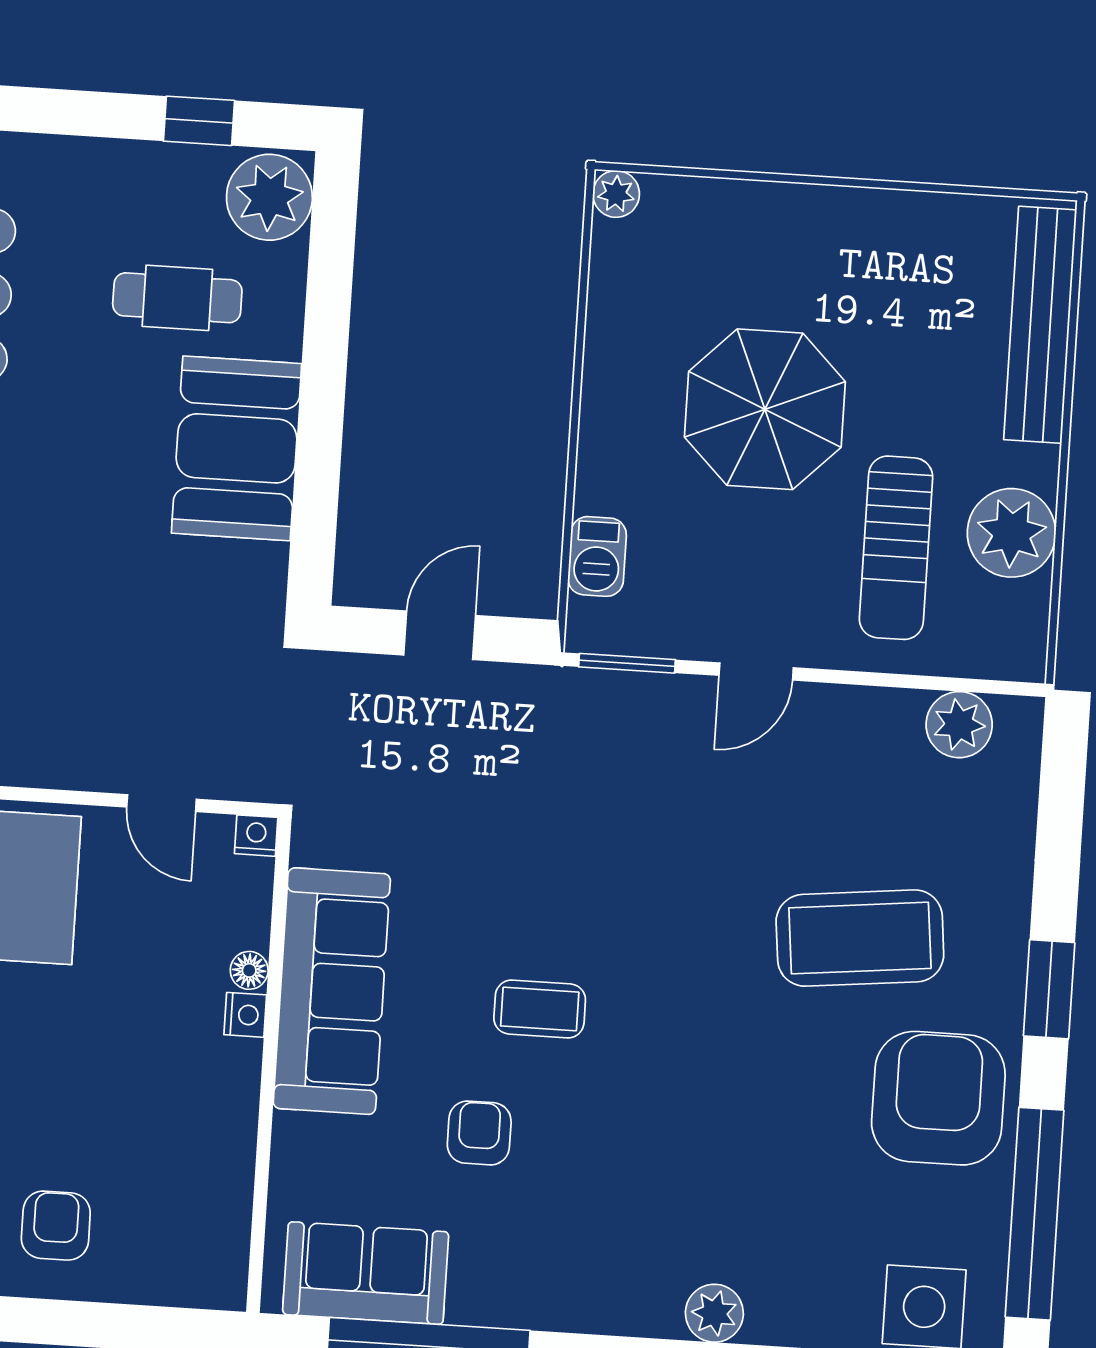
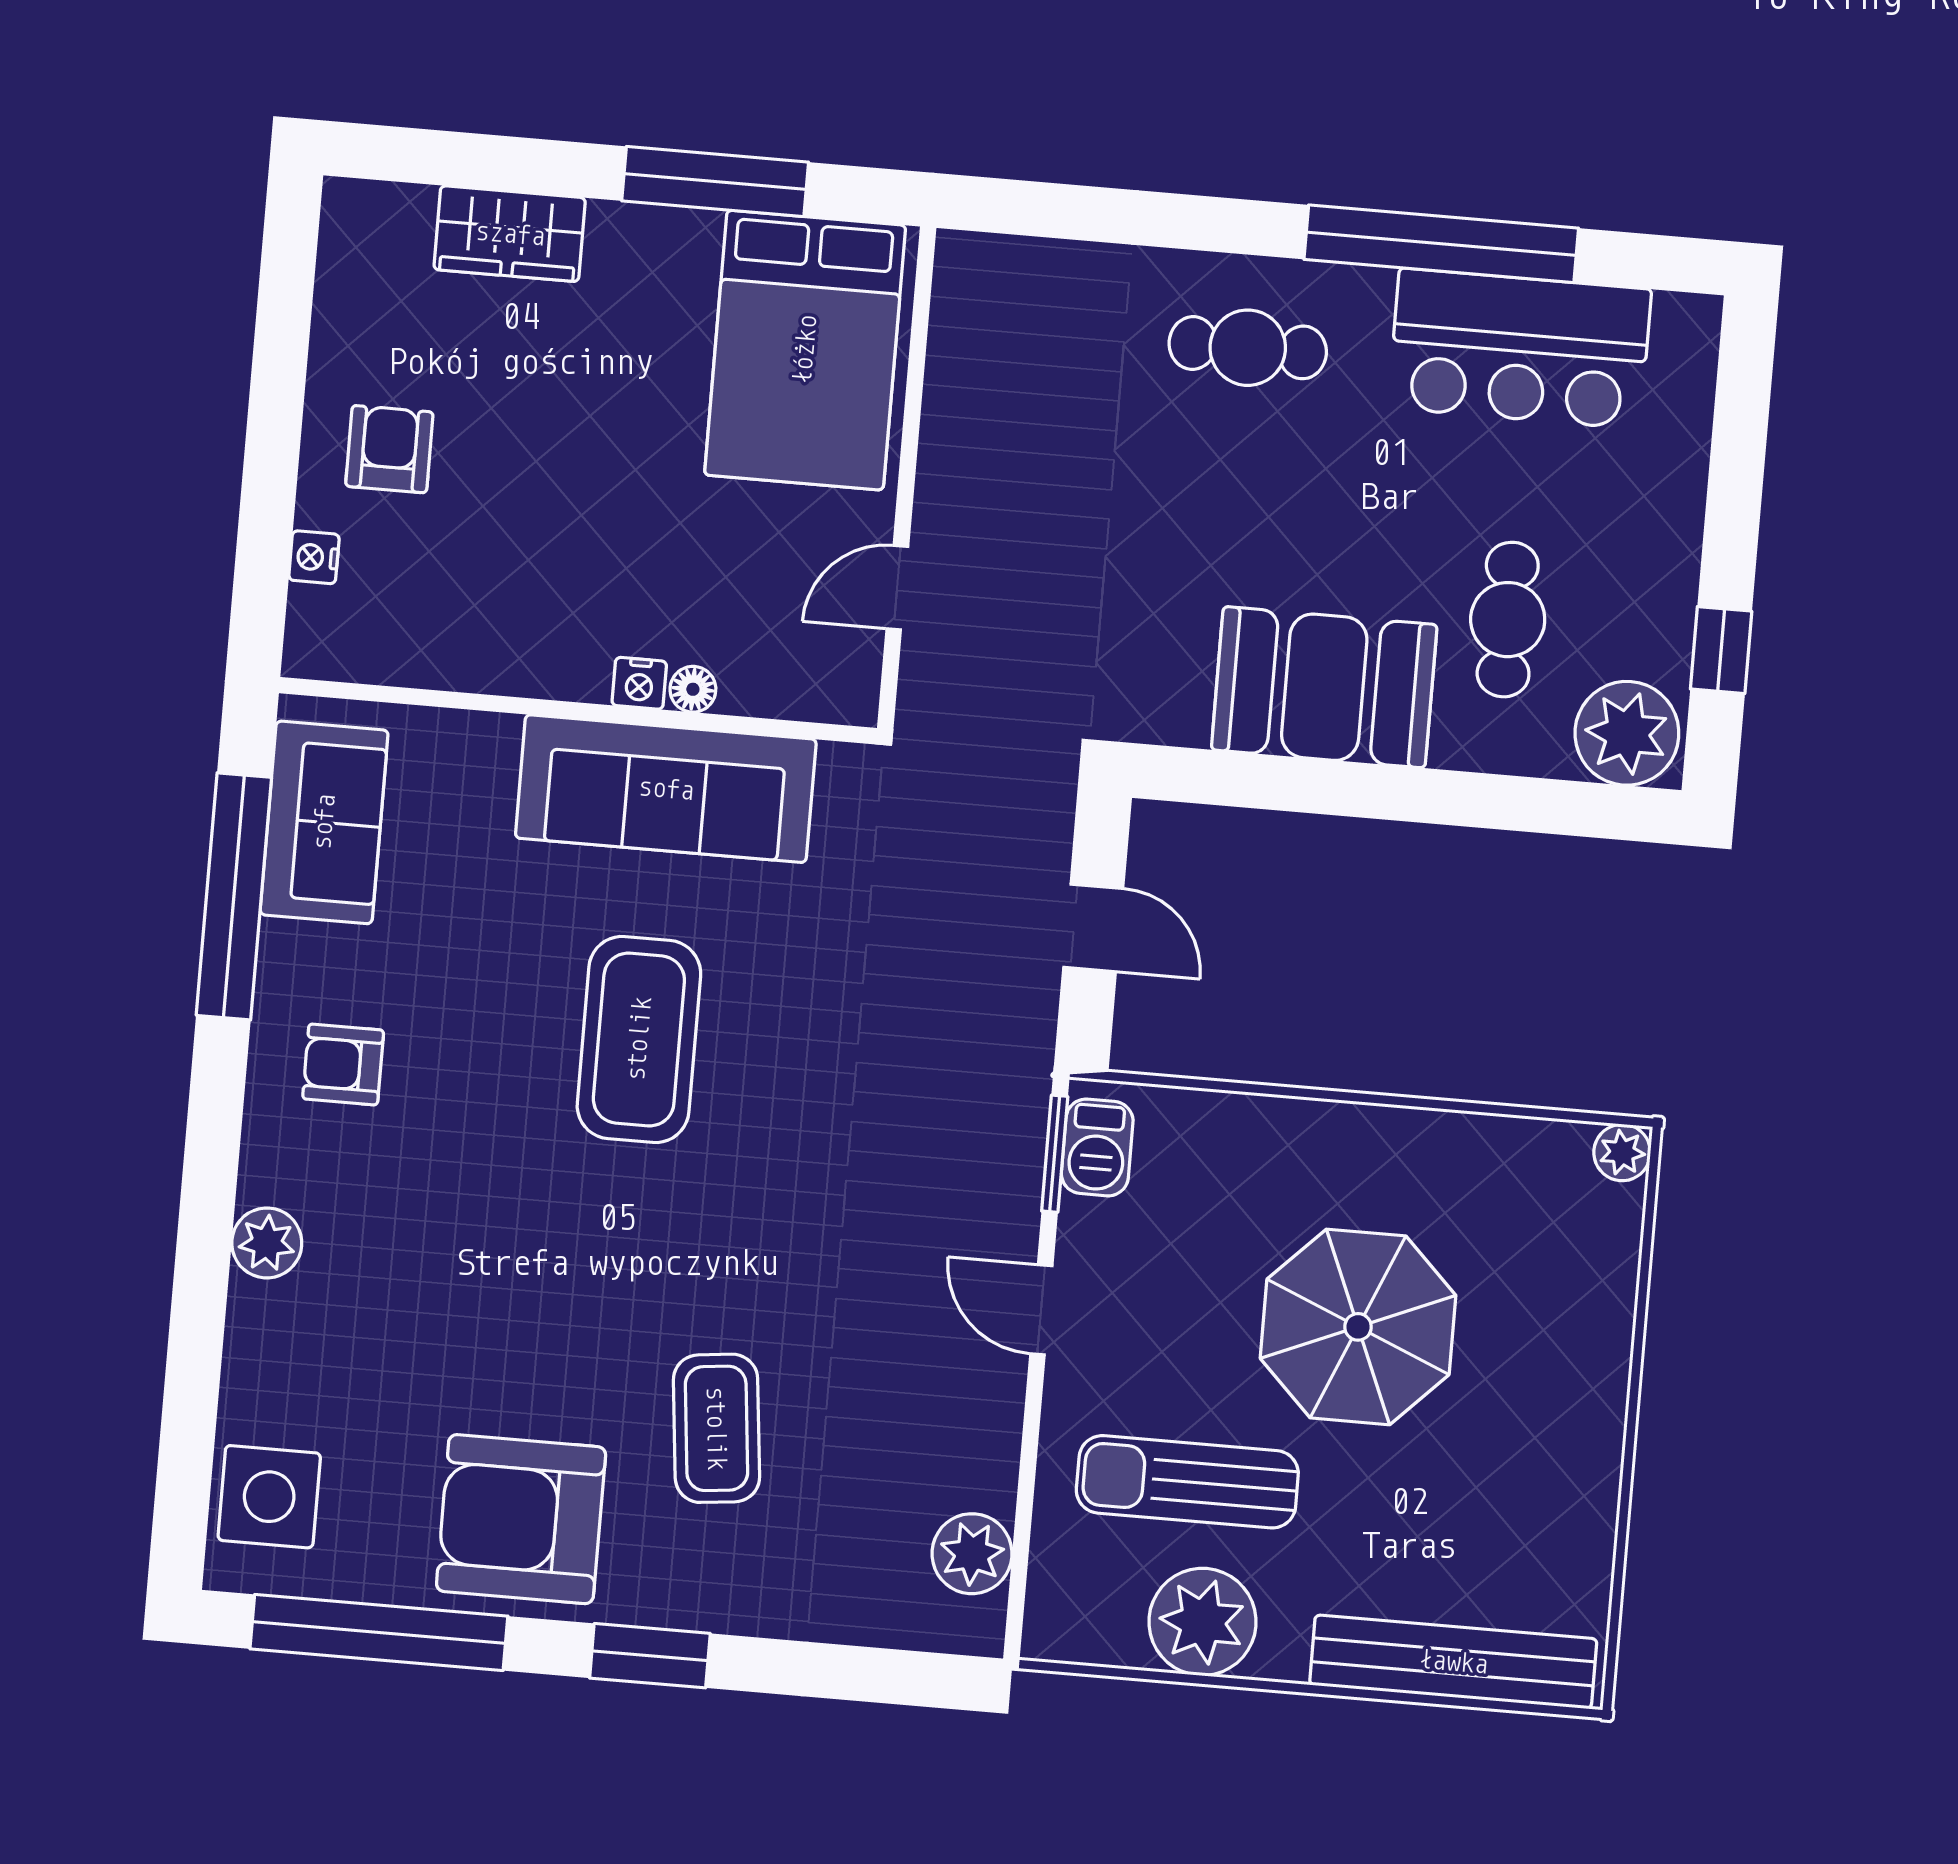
barbecue: (597, 556) -> (1097, 1147), moved, turned -90
nightstand: (256, 836) -> (314, 557), moved, turned 180
coffee table: (860, 938) -> (716, 1428), width x0.73, depth x0.76
coffee table: (540, 1009) -> (639, 1039), width x1.86, depth x1.72
armchair: (938, 1098) -> (521, 1519), turned 180
armchair: (479, 1133) -> (343, 1065), moved, turned 180
armchair: (56, 1226) -> (389, 449), turned -90

